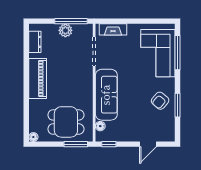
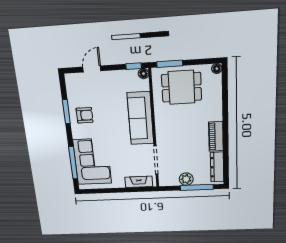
window: (71, 21) -> (197, 187), moved
dresser: (35, 42) -> (217, 167), width x1.44
piano: (38, 78) -> (216, 136), width x0.73, depth x0.75
armchair: (160, 101) -> (85, 115), turned 50
floor lamp: (100, 126) -> (144, 74), moved

